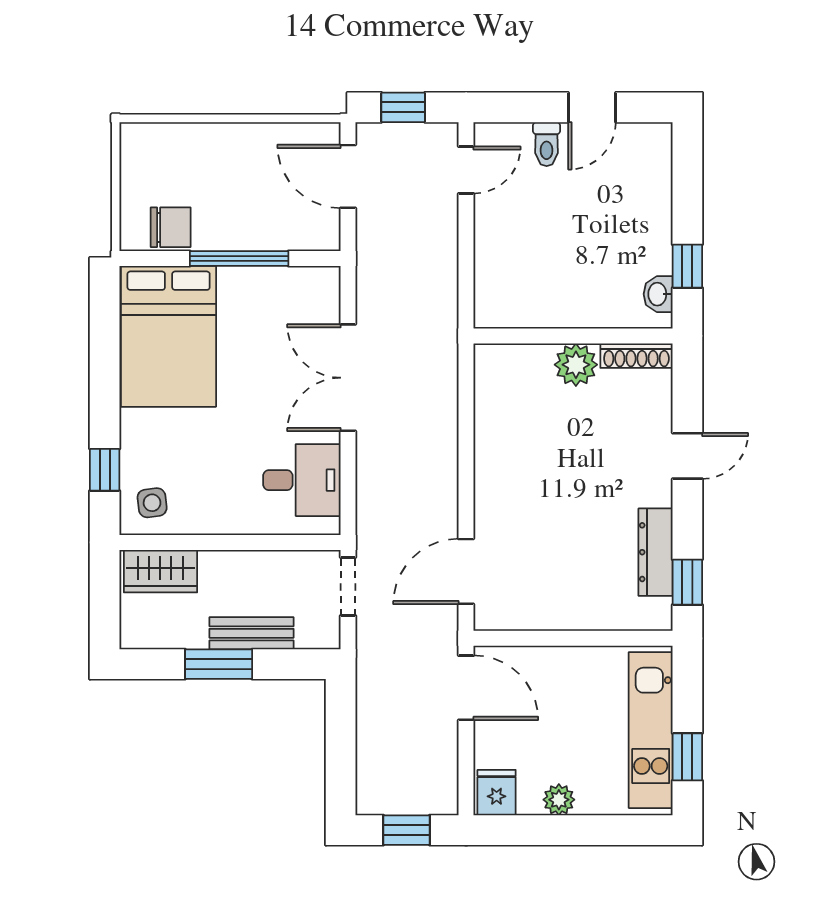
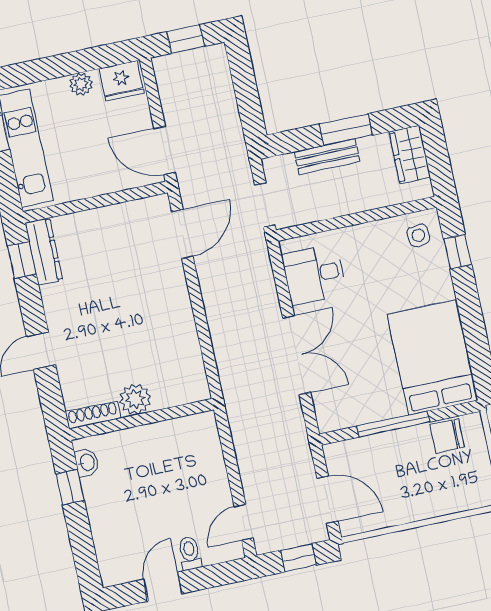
dresser: (656, 552) -> (44, 251), moved
wardrobe: (160, 571) -> (410, 155), moved, turned -90
fridge: (497, 793) -> (121, 81), width x1.38

